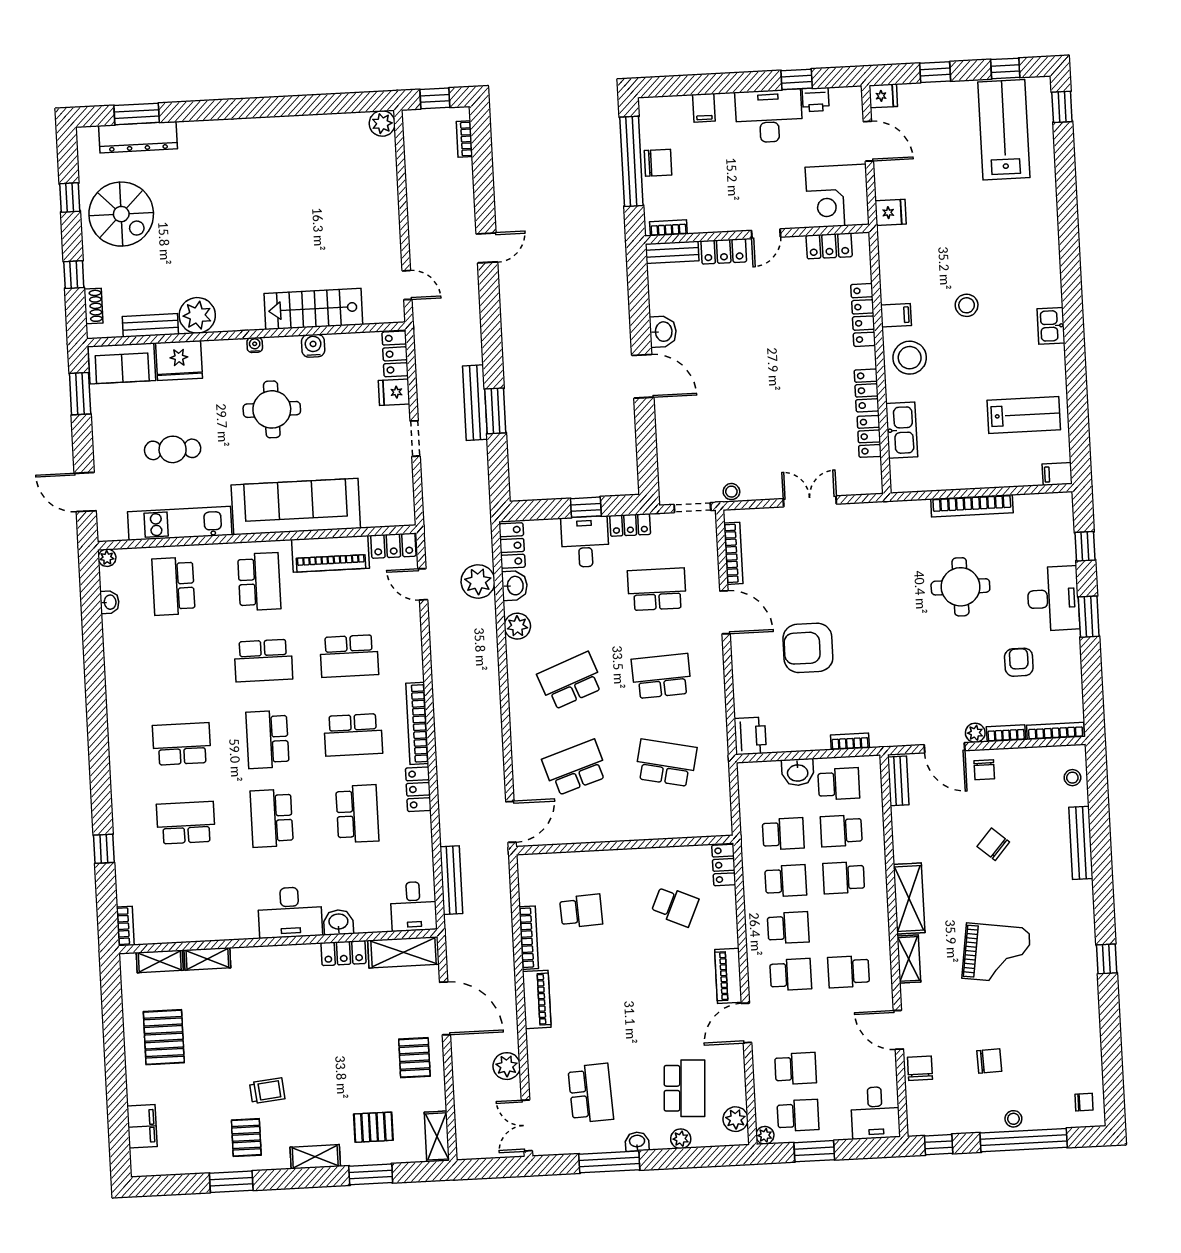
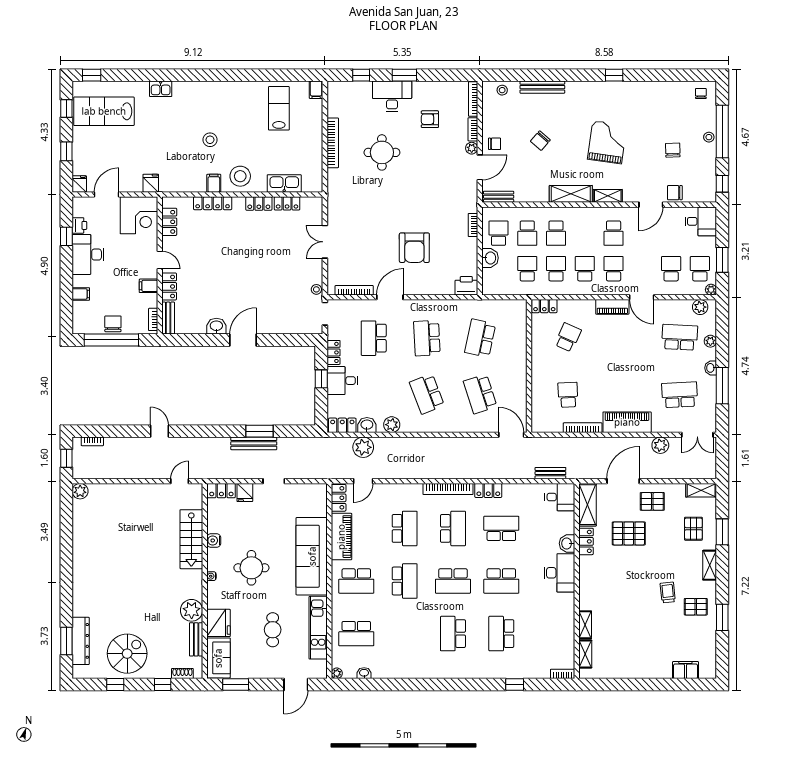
filing cabinet: (723, 217) -> (148, 286), added
kitchen sink: (1051, 326) -> (161, 89), moved
school desk: (259, 582) -> (356, 581), turned 180
bench: (451, 880) -> (550, 473), width x0.73
piano: (537, 999) -> (627, 422), width x1.37, depth x1.33
pallet: (164, 1037) -> (629, 533), moved

